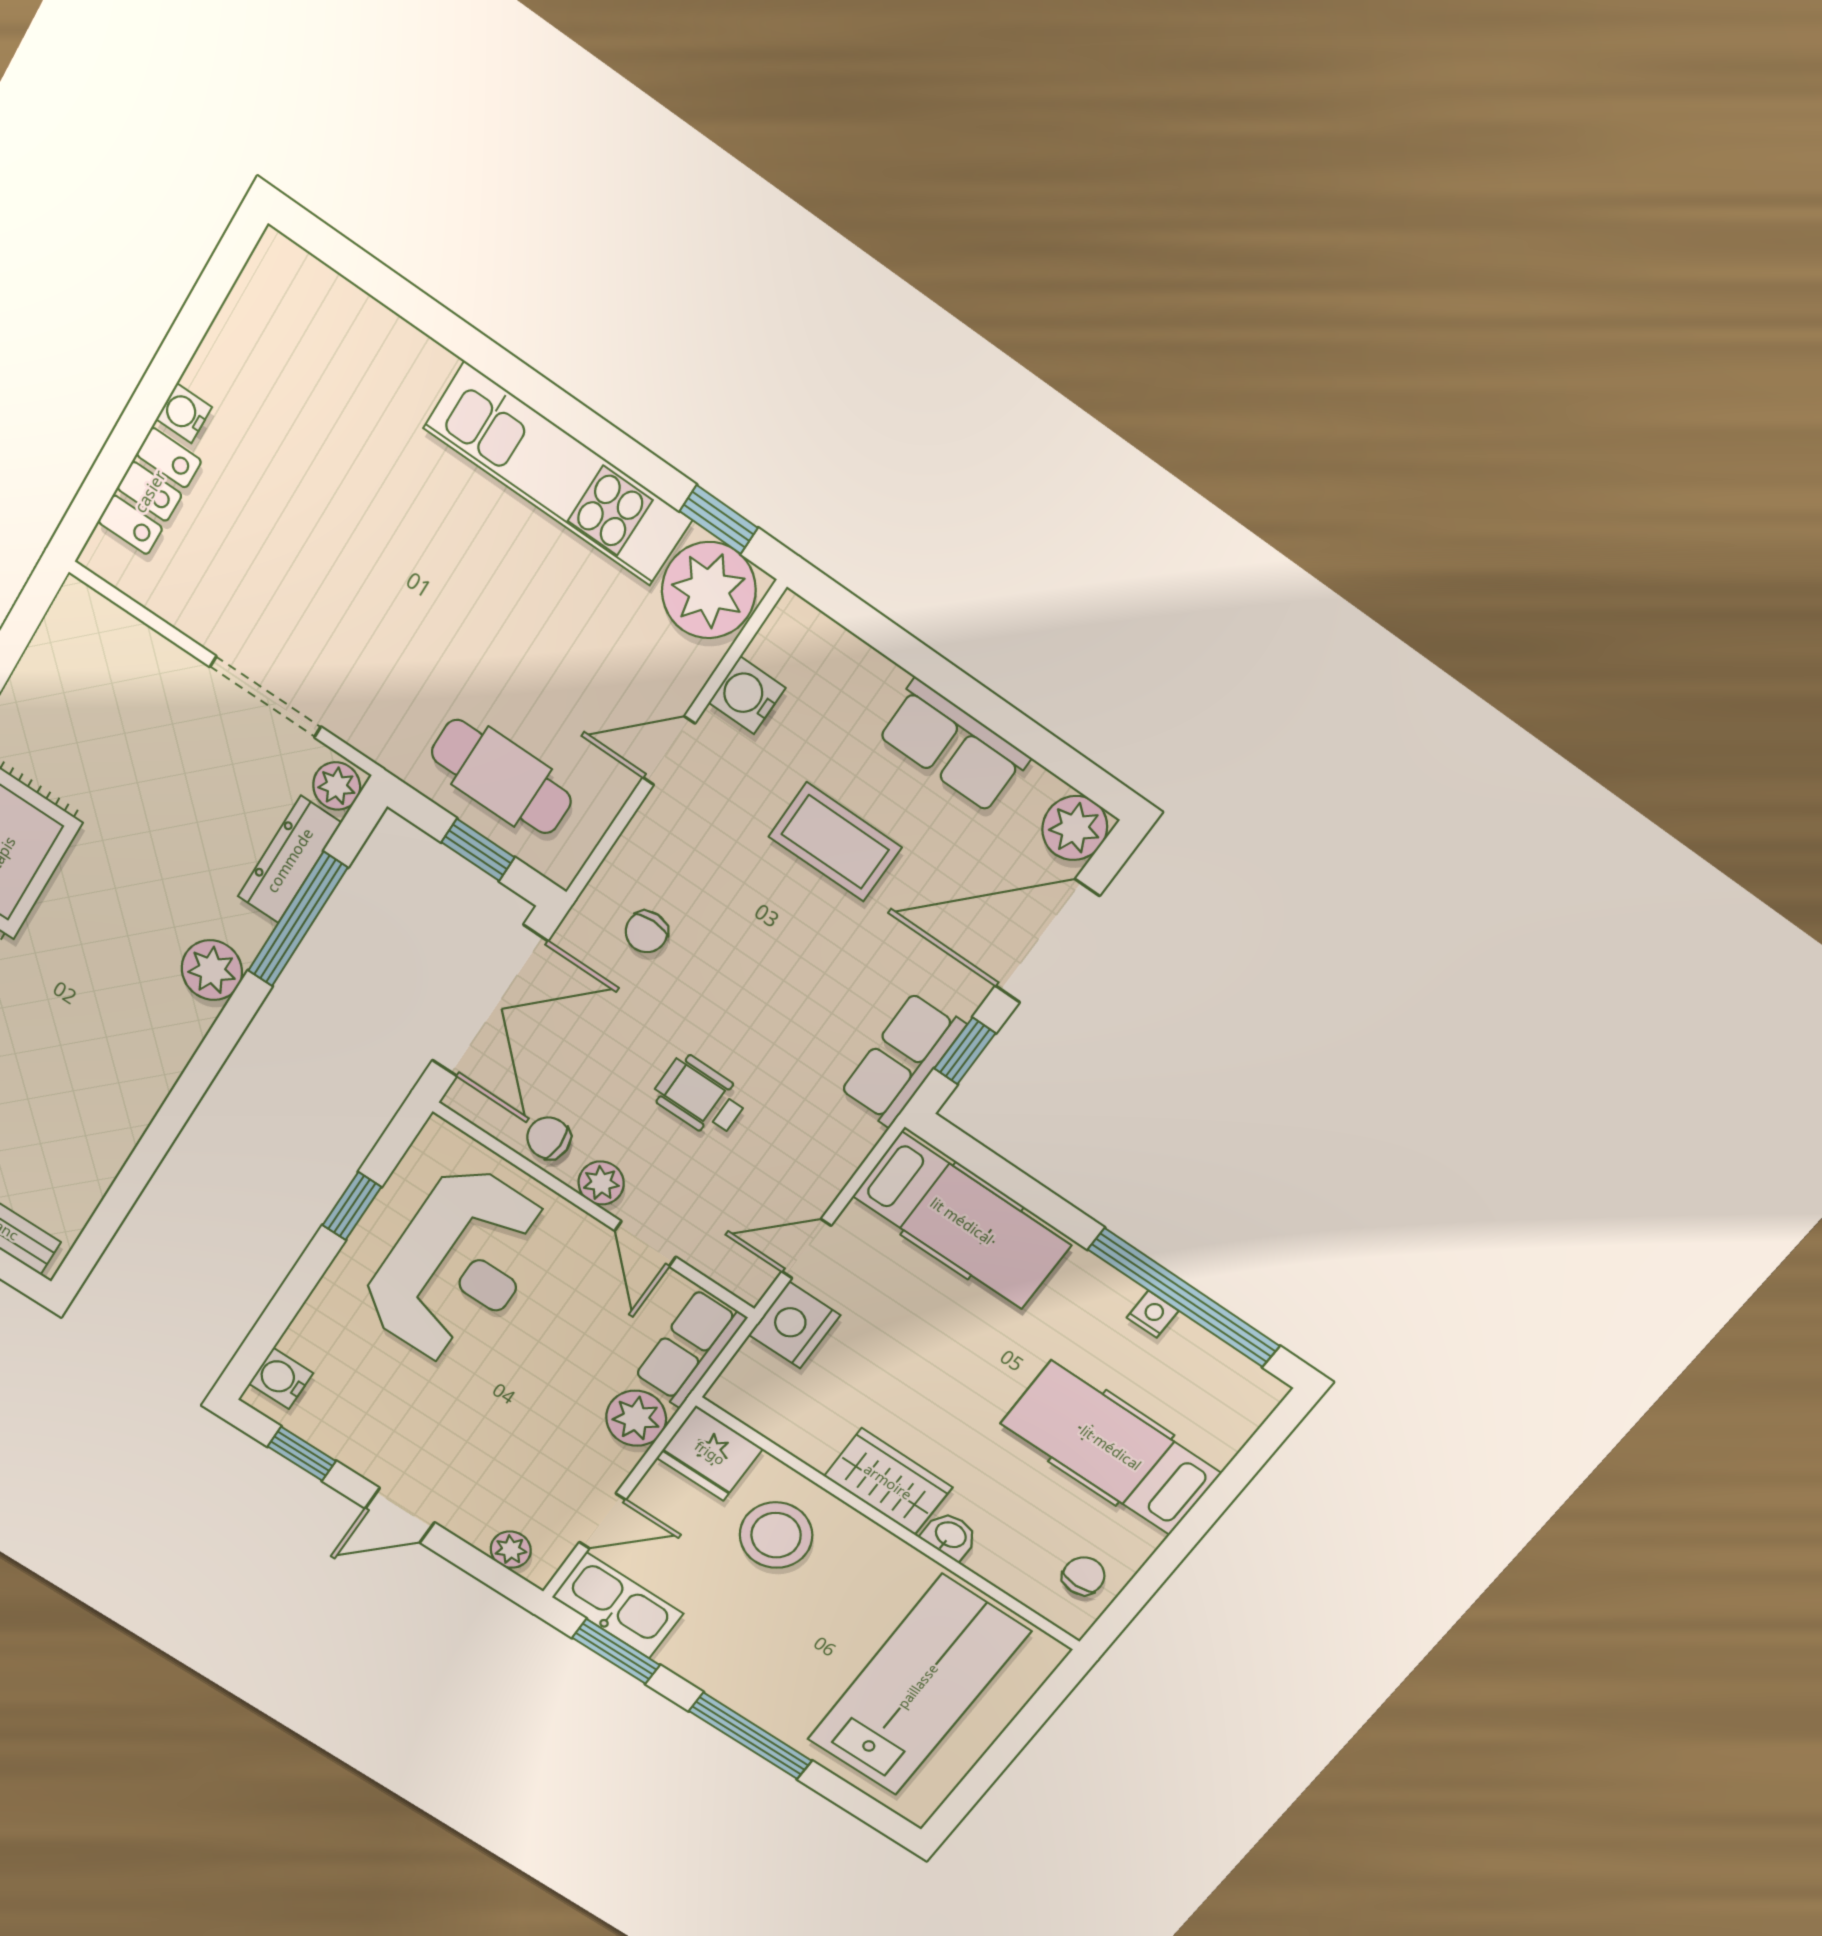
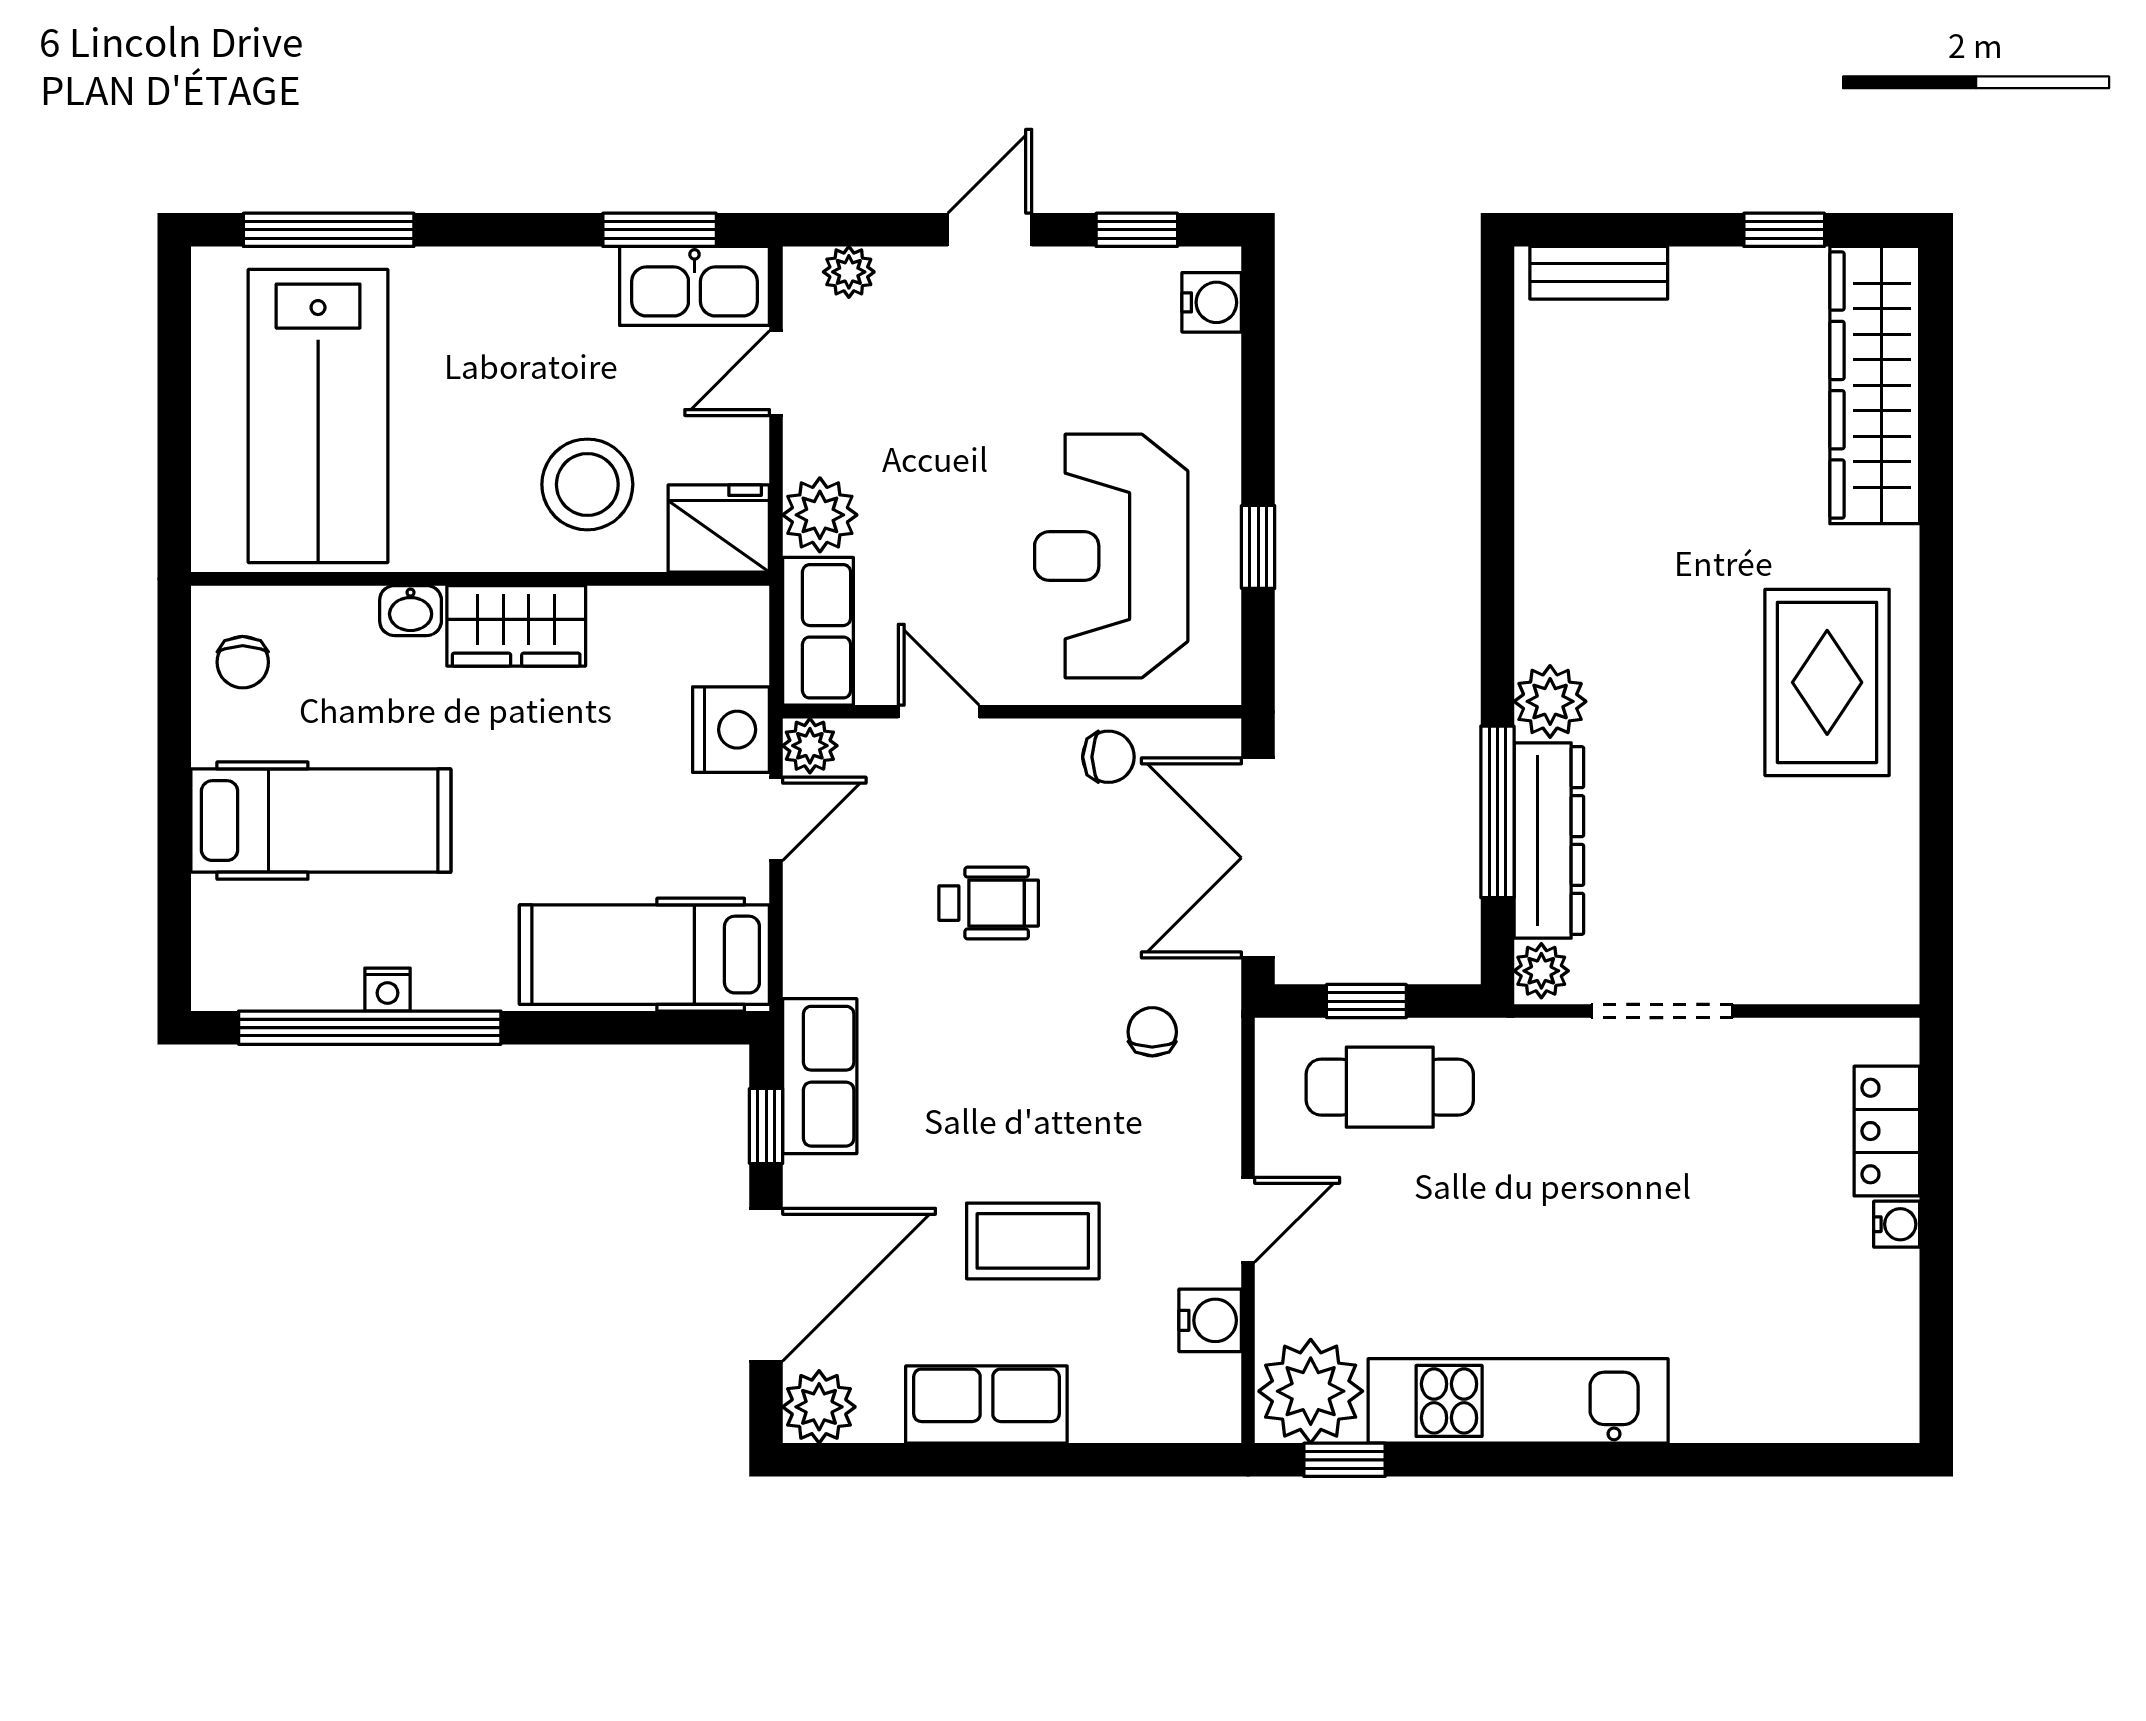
dresser: (290, 860) -> (1549, 841), width x1.37, depth x1.24
plant: (601, 1183) -> (810, 746), moved
window: (750, 1736) -> (329, 230), moved

